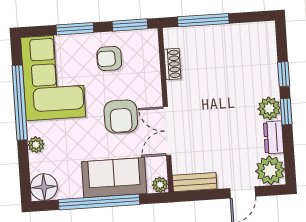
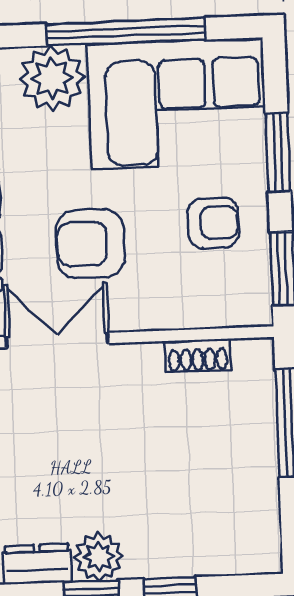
armchair: (109, 58) -> (213, 223), turned 90
plant: (36, 145) -> (52, 78), width x1.87, depth x1.87

